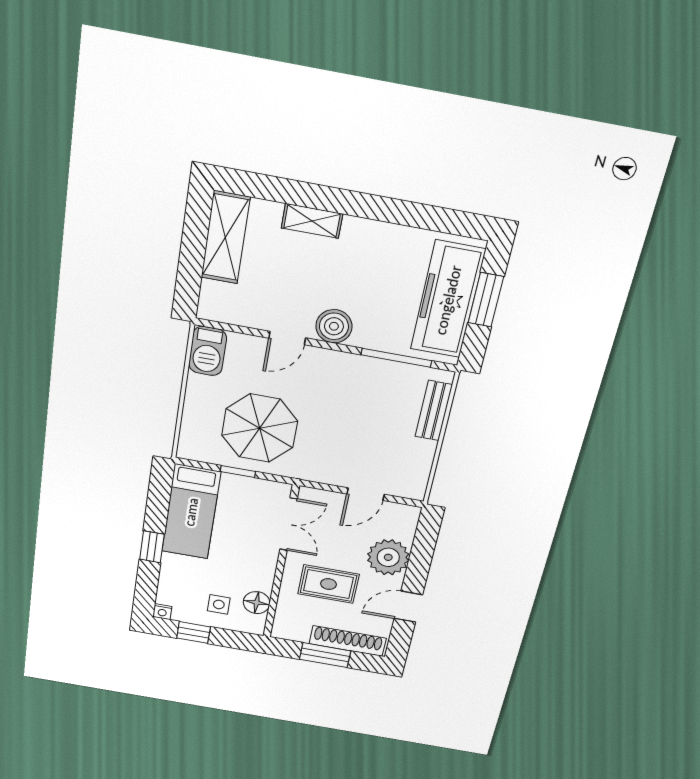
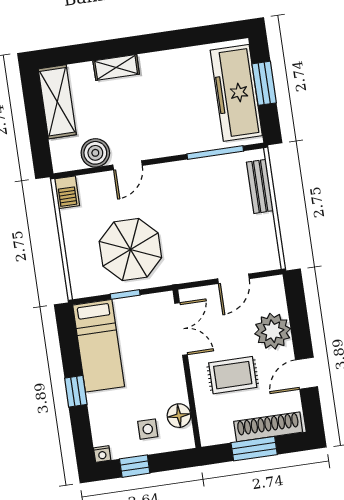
boiler: (334, 326) -> (95, 153), moved
barbecue: (208, 351) -> (67, 192), width x0.73, depth x0.79

